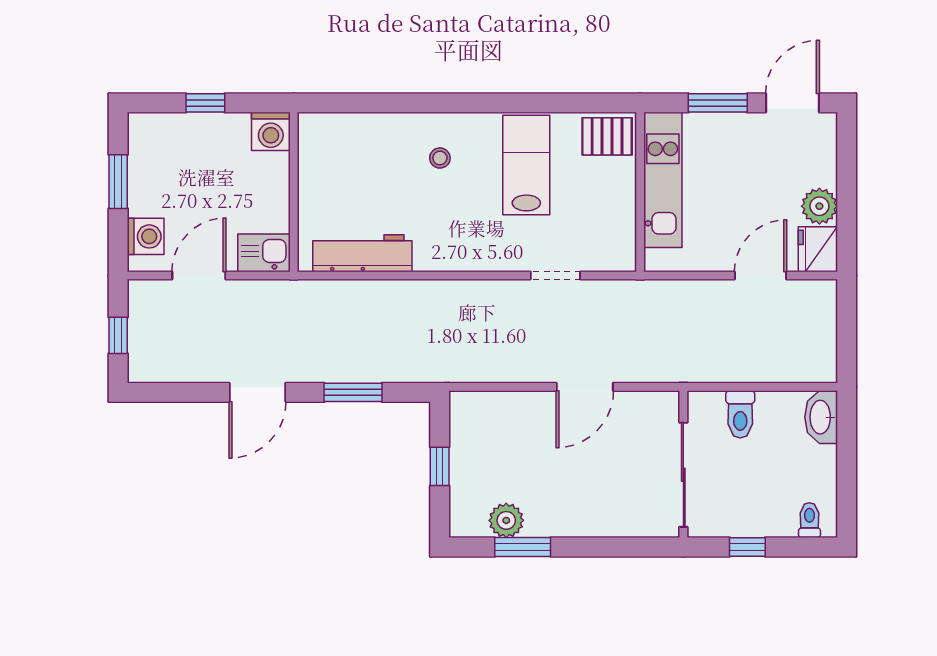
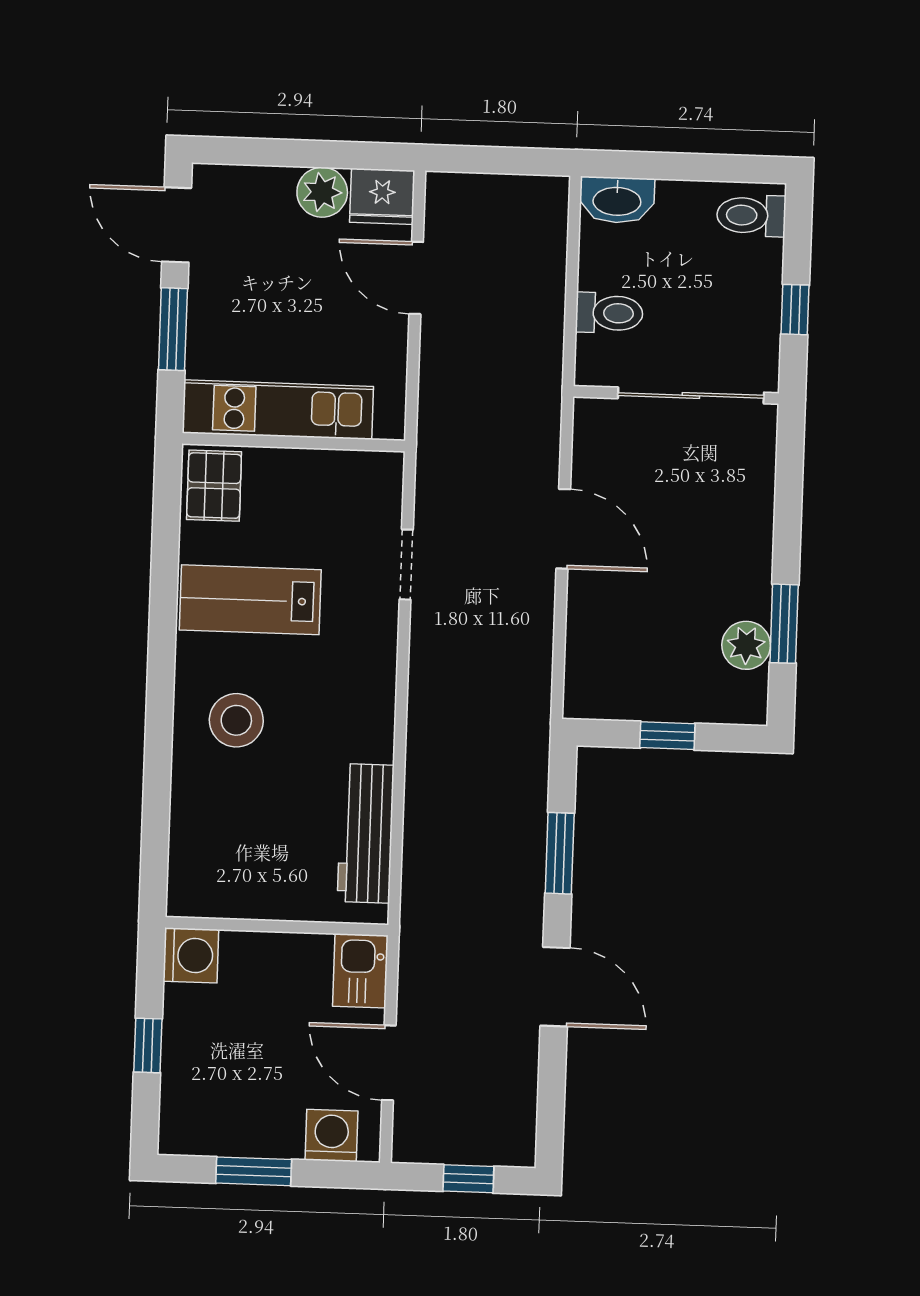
stool: (440, 158) -> (236, 720), width x1.89, depth x1.89
toilet: (809, 520) -> (751, 215), width x1.37, depth x1.39

